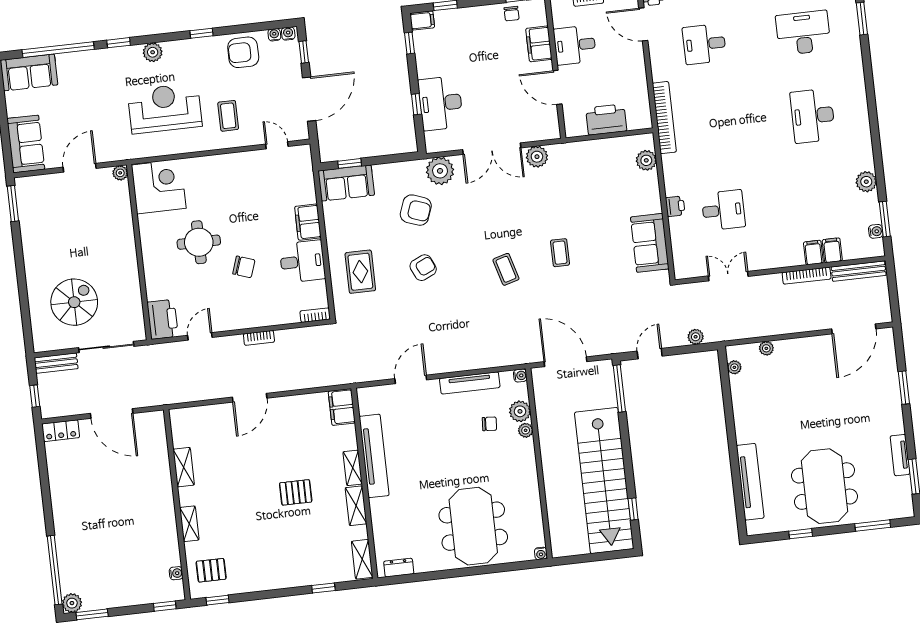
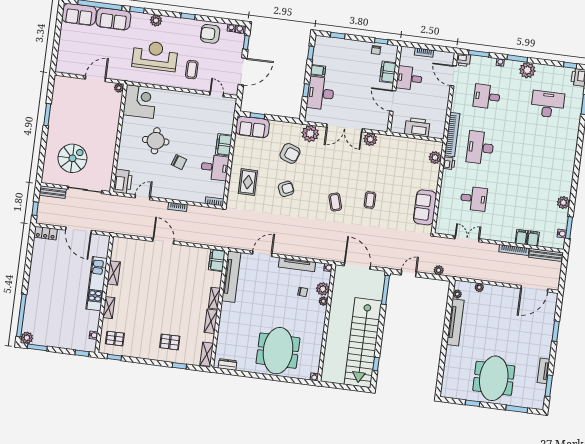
filing cabinet: (422, 21) -> (318, 71), moved
desk: (813, 116) -> (480, 148), moved
sofa: (26, 144) -> (113, 19), moved, turned 90
window: (13, 204) -> (47, 115), moved
printer: (675, 206) -> (449, 163), moved
door: (250, 398) -> (163, 241), swing flipped
tv unit: (374, 456) -> (231, 277), moved
tv unit: (750, 482) -> (455, 322), moved
kitchen unit: (161, 491) -> (97, 284), added
pallet: (296, 492) -> (170, 342), moved

